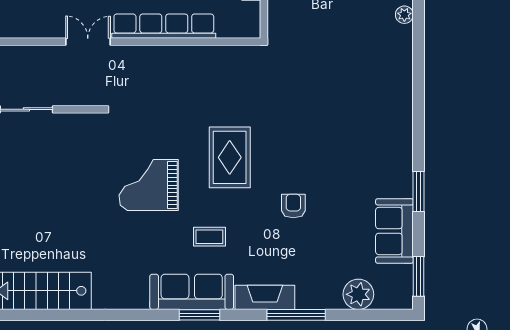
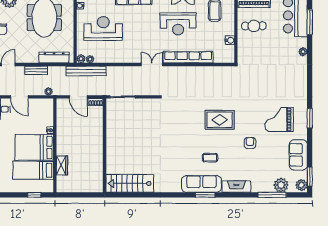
rug: (230, 157) -> (220, 120), turned 90
grand piano: (149, 185) -> (279, 119), moved
window: (418, 191) -> (310, 118), moved
plant: (401, 294) -> (301, 185), added
window: (296, 315) -> (272, 195), moved

